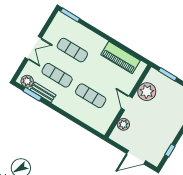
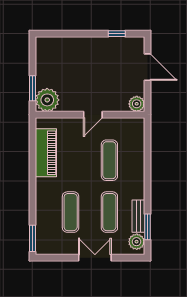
plant: (147, 92) -> (47, 100), moved
plant: (123, 124) -> (137, 104), moved

